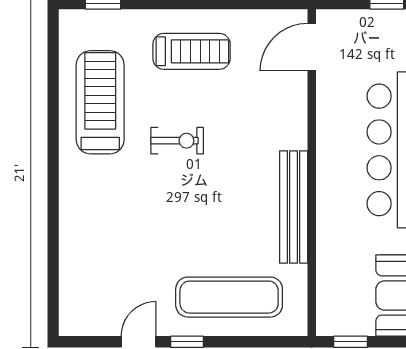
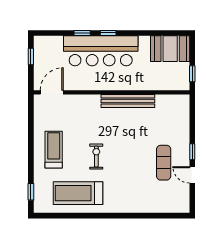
door: (312, 47) -> (52, 92), swing flipped
exercise mat: (229, 297) -> (164, 163), moved, width x0.73, depth x0.69

